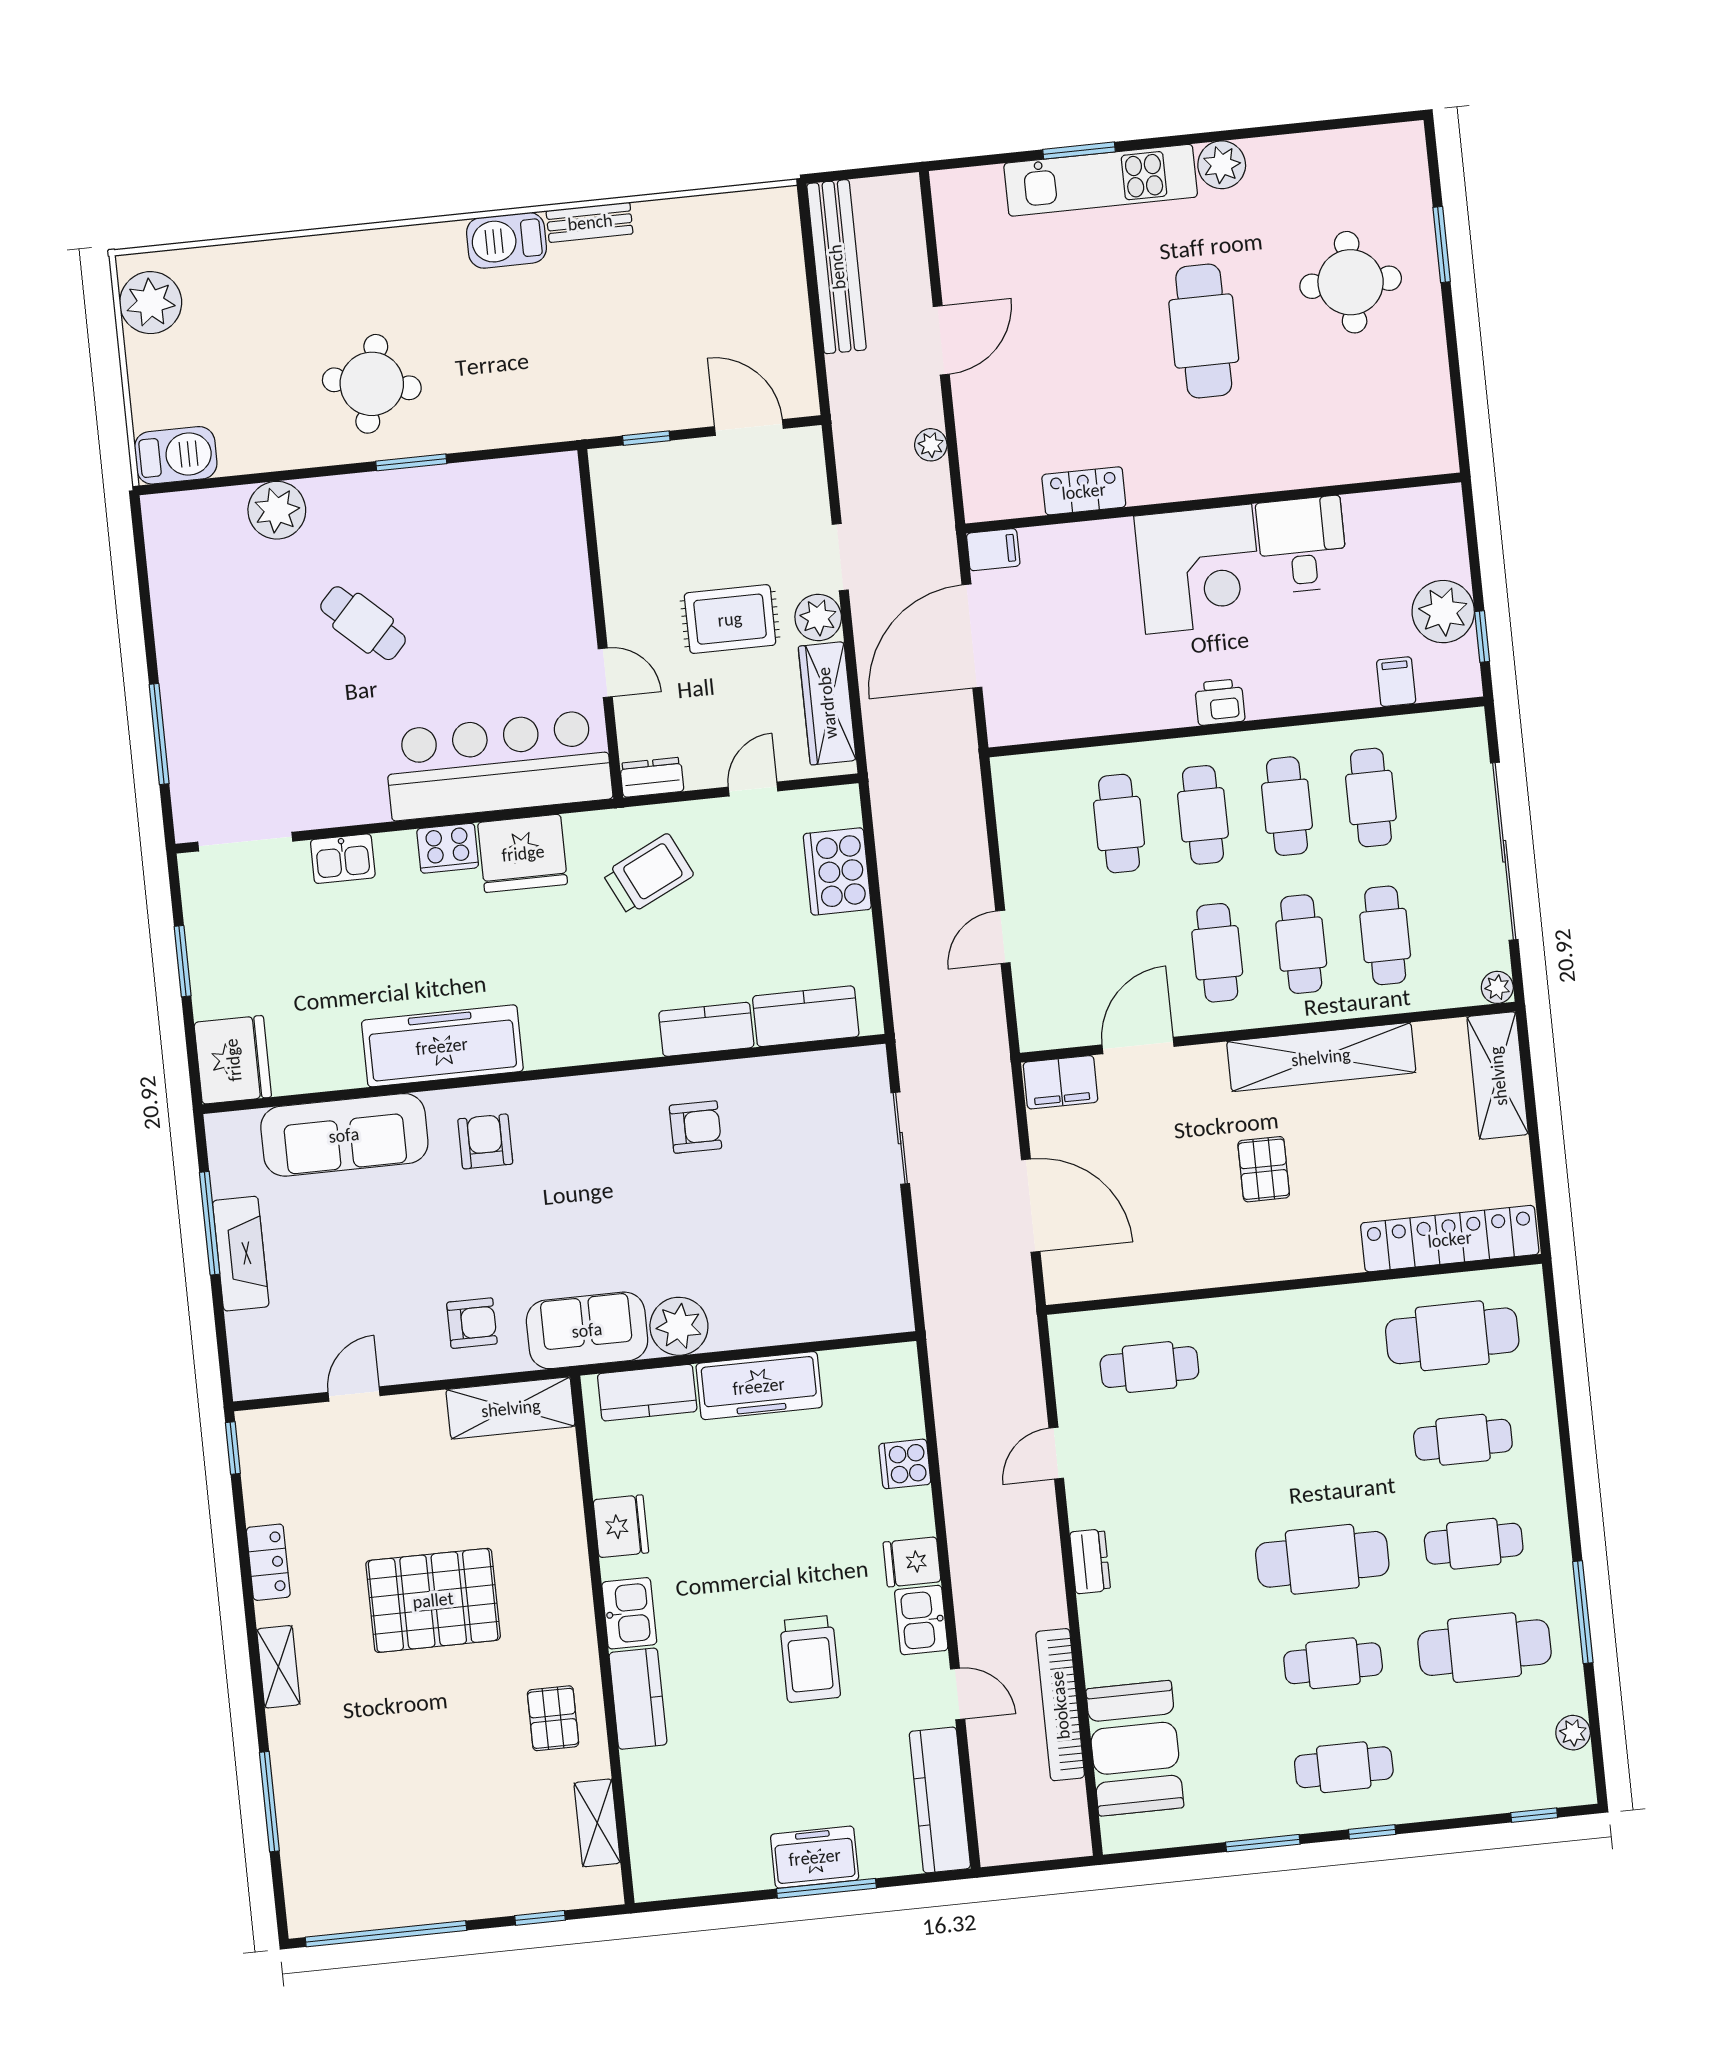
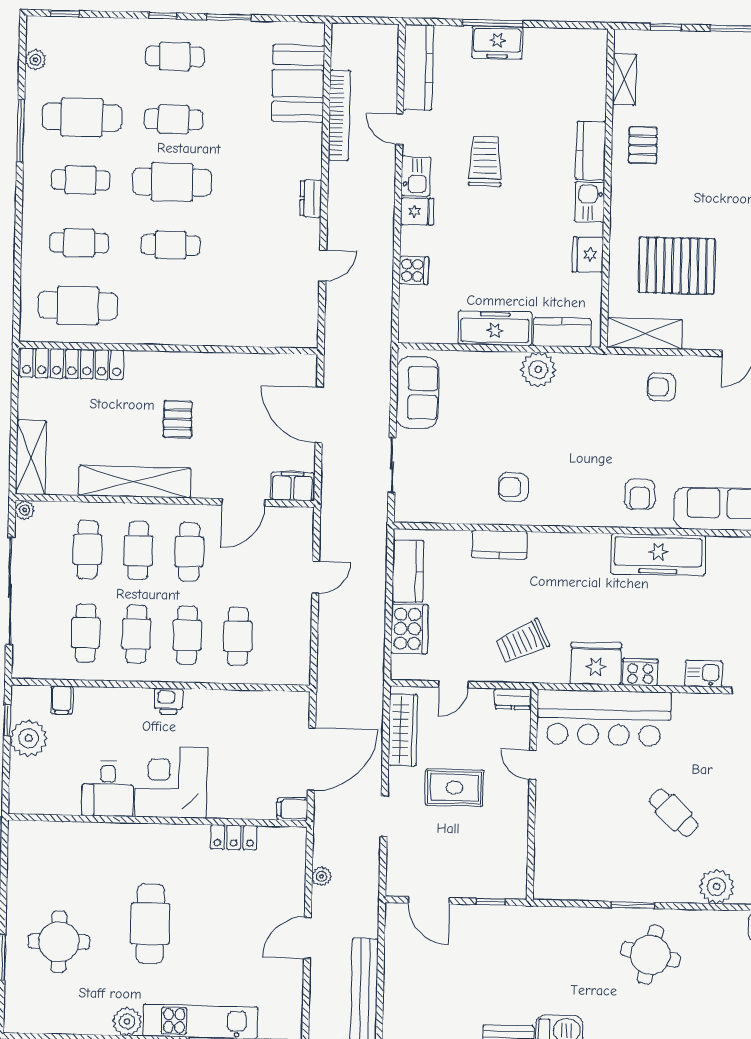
plant: (818, 618) -> (402, 782), removed
kitchen counter: (806, 1016) -> (408, 571), moved, turned -90
sofa: (587, 1330) -> (417, 393), moved, turned -90
cafe table: (1149, 1367) -> (171, 245), moved
pallet: (433, 1600) -> (677, 266), moved

